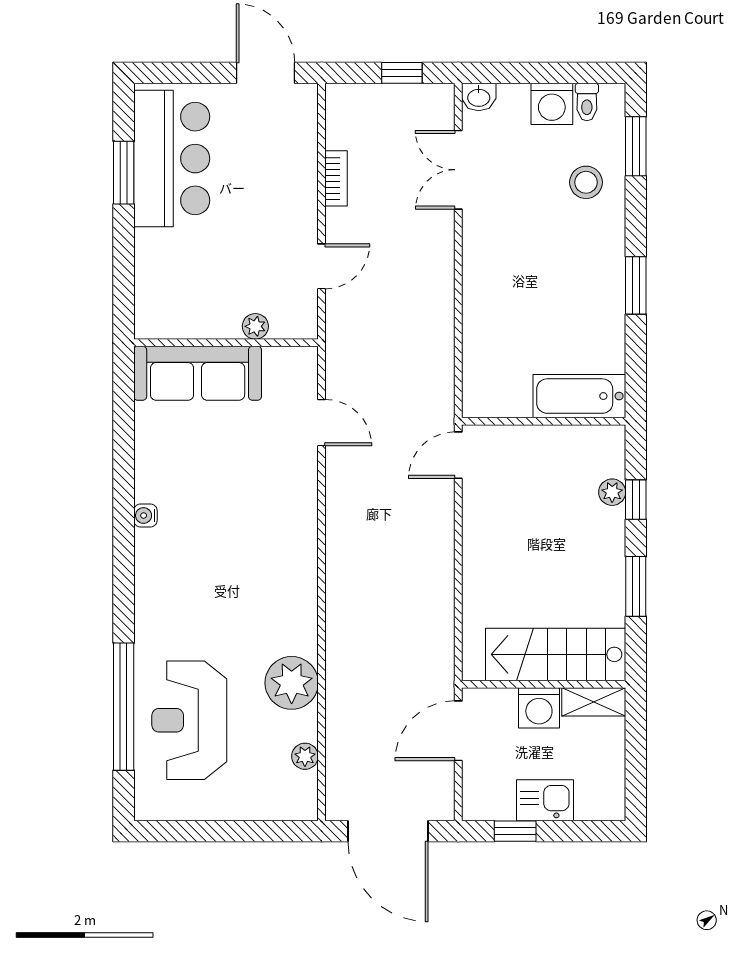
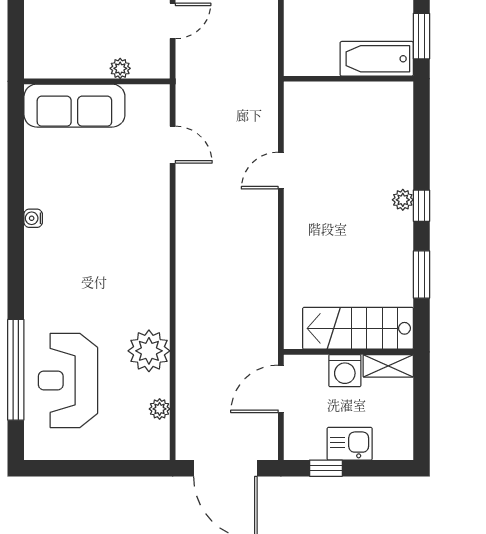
bathtub: (579, 396) -> (377, 59), moved
wall: (544, 421) -> (348, 79), moved

